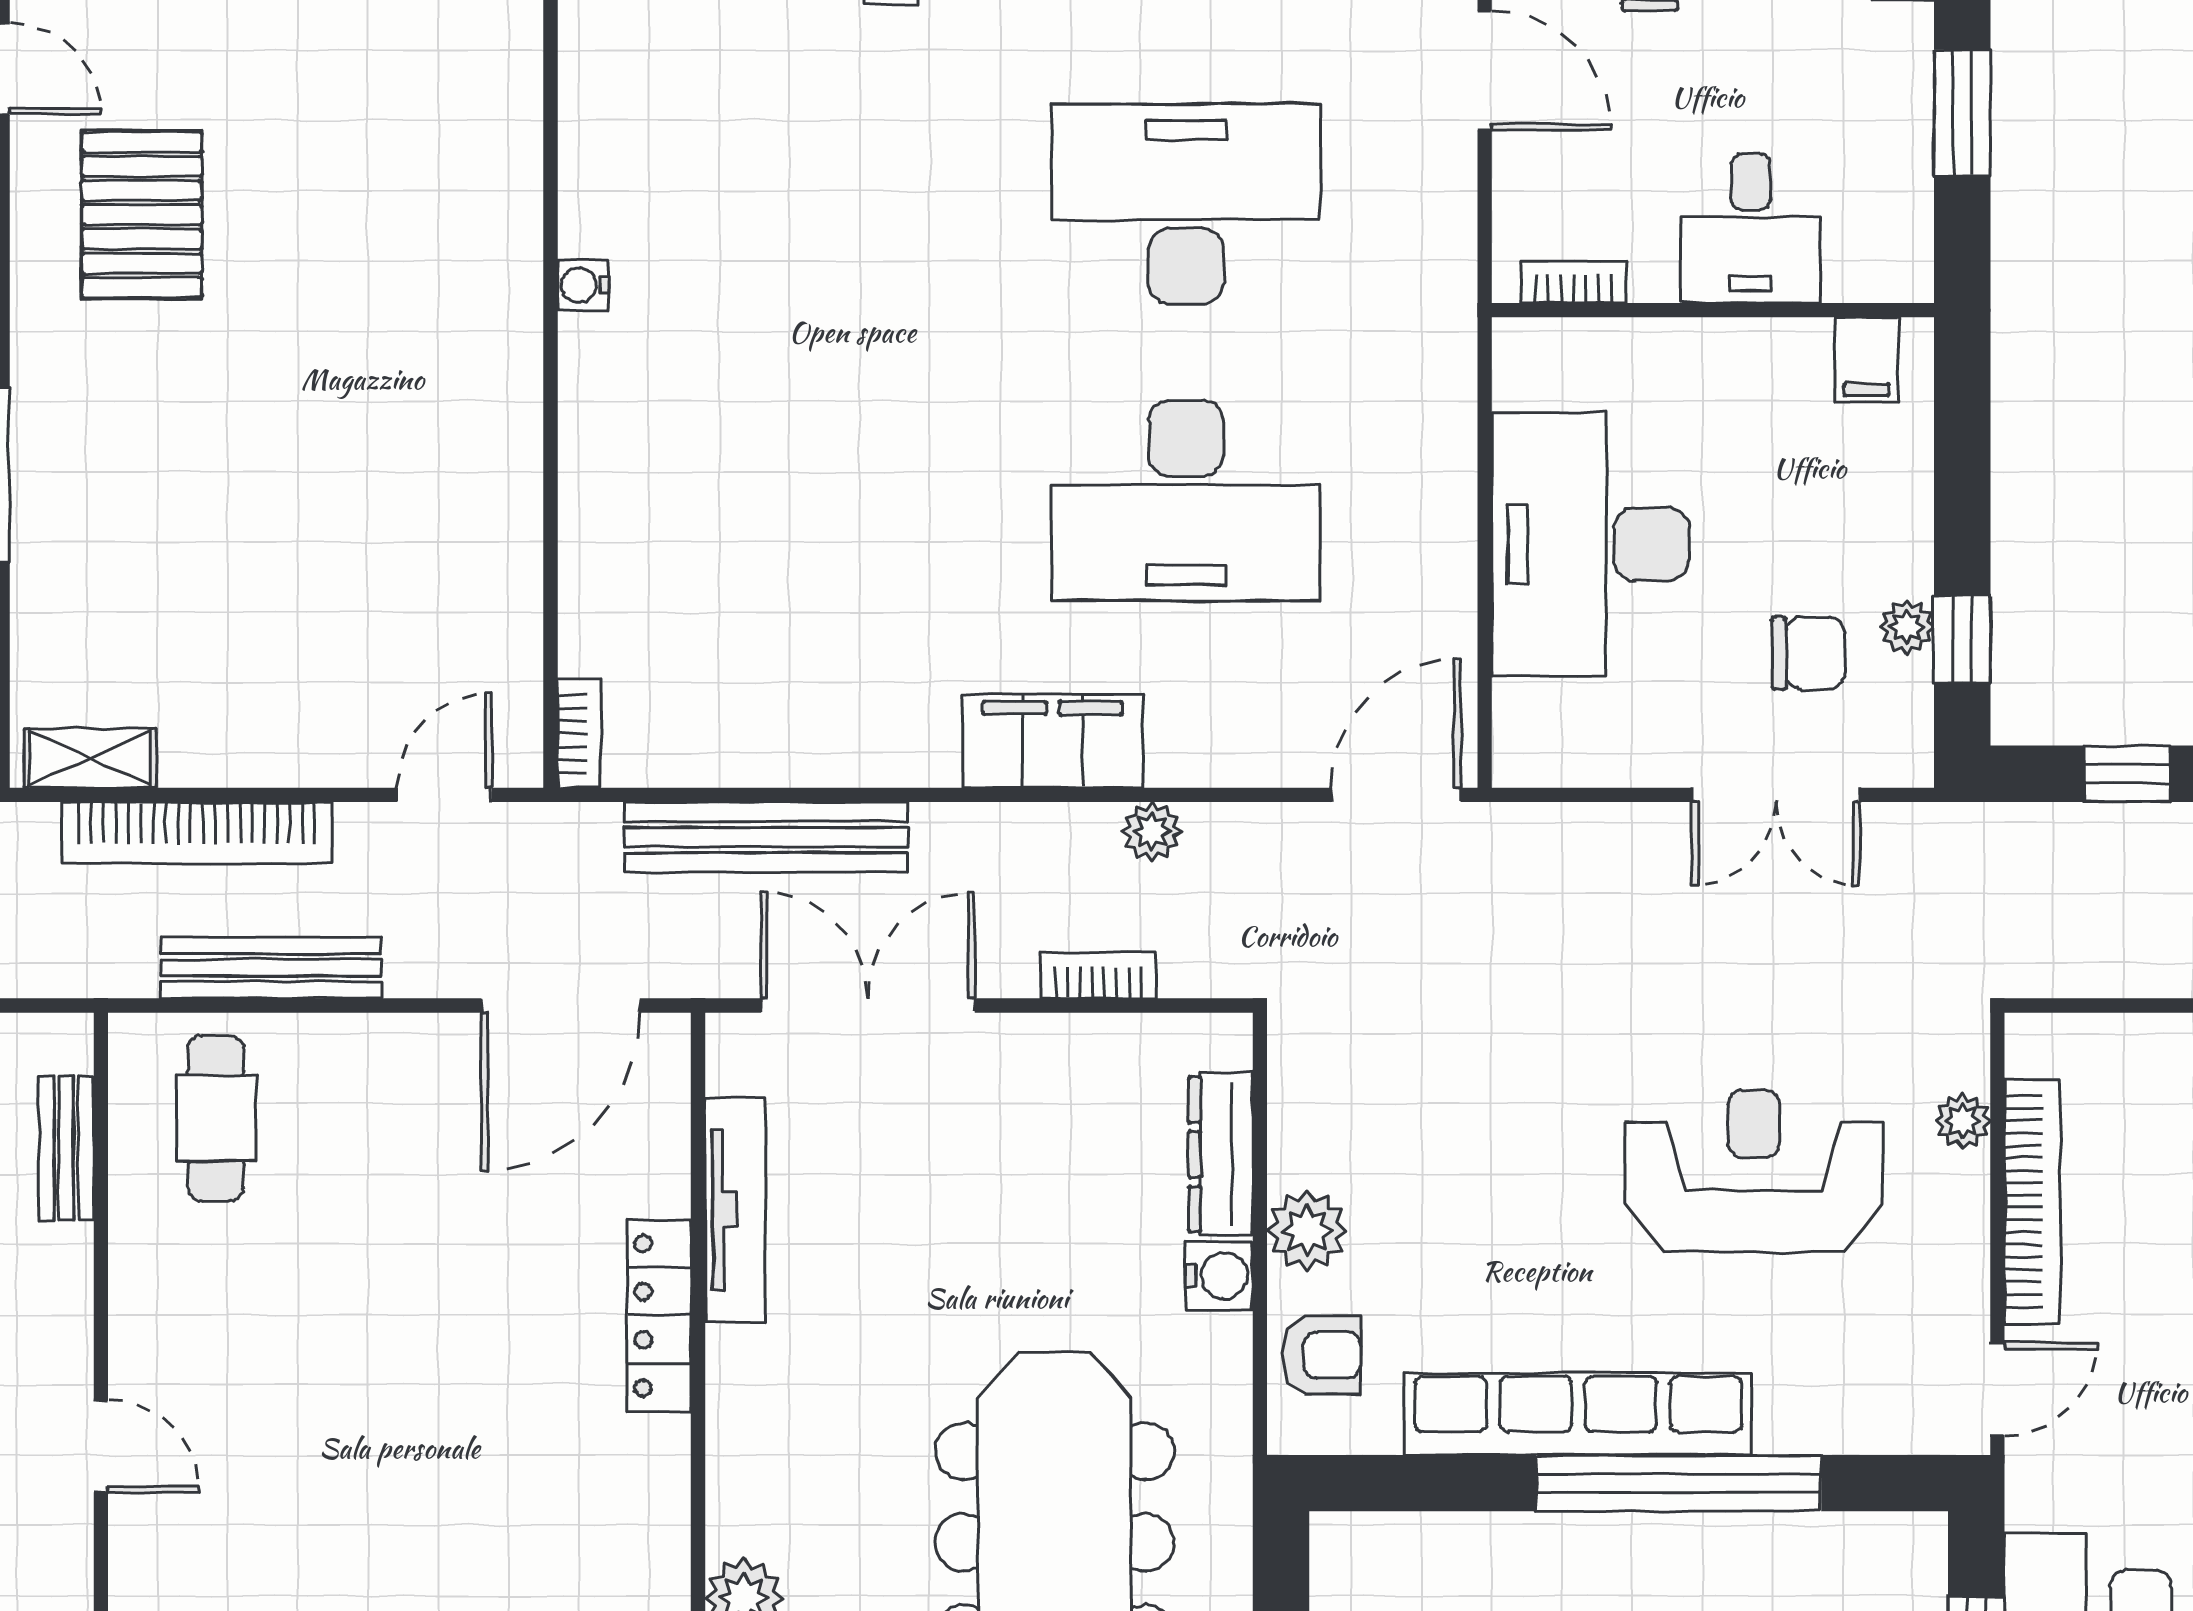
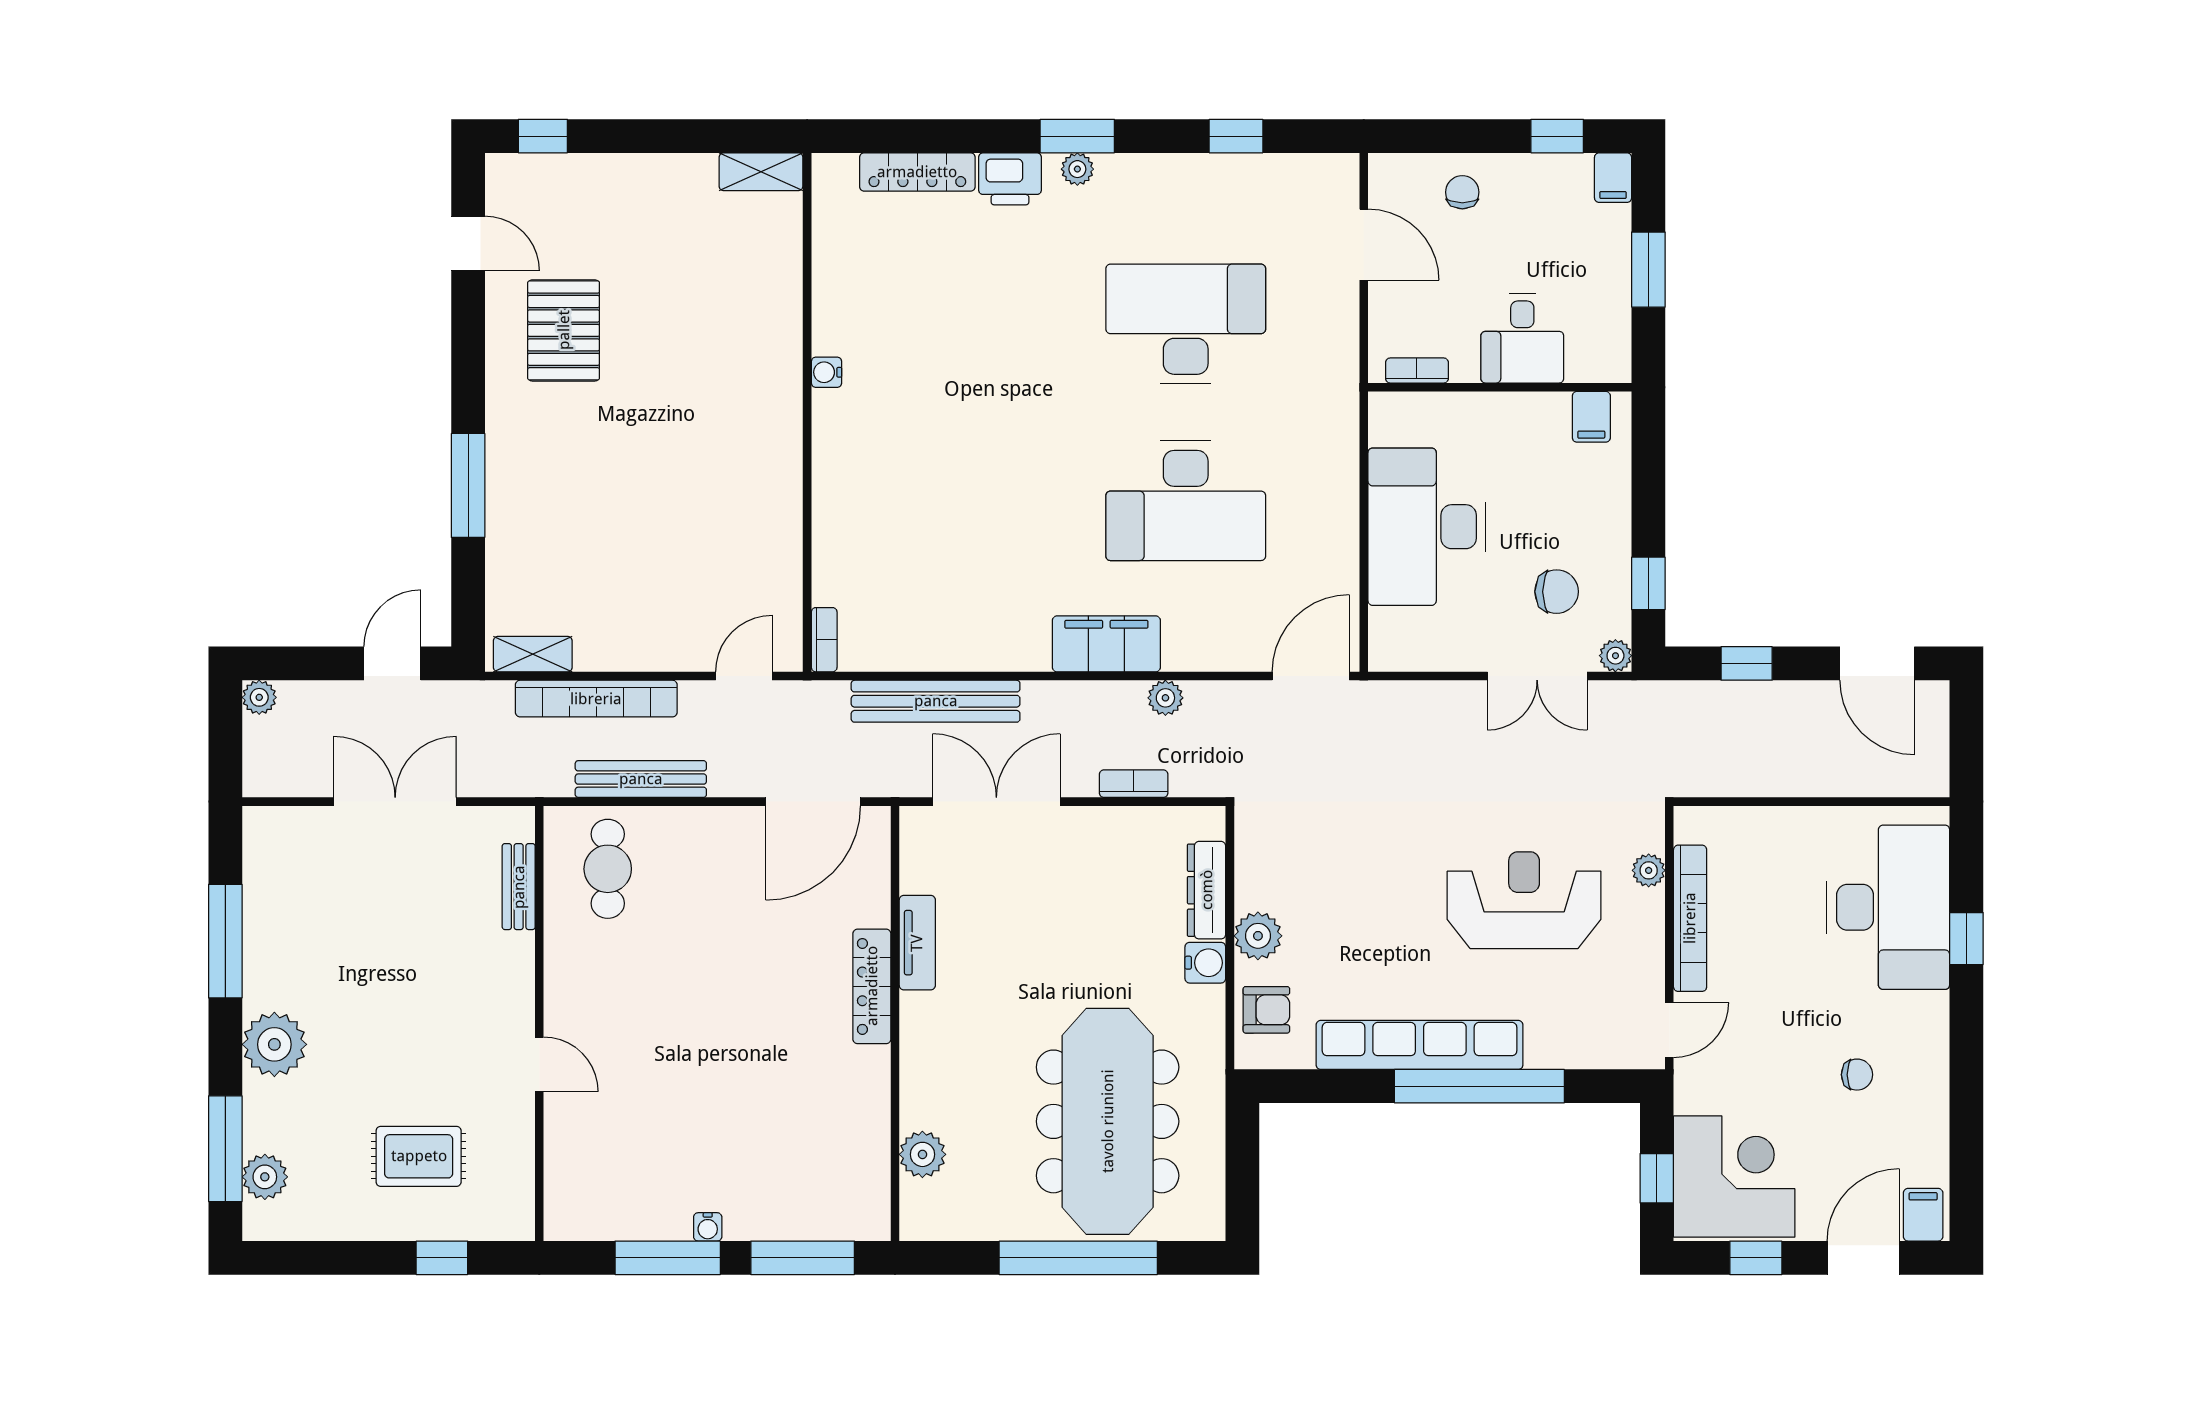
plant: (1907, 627) -> (1615, 656), moved
tv unit: (735, 1210) -> (917, 943), width x0.71

